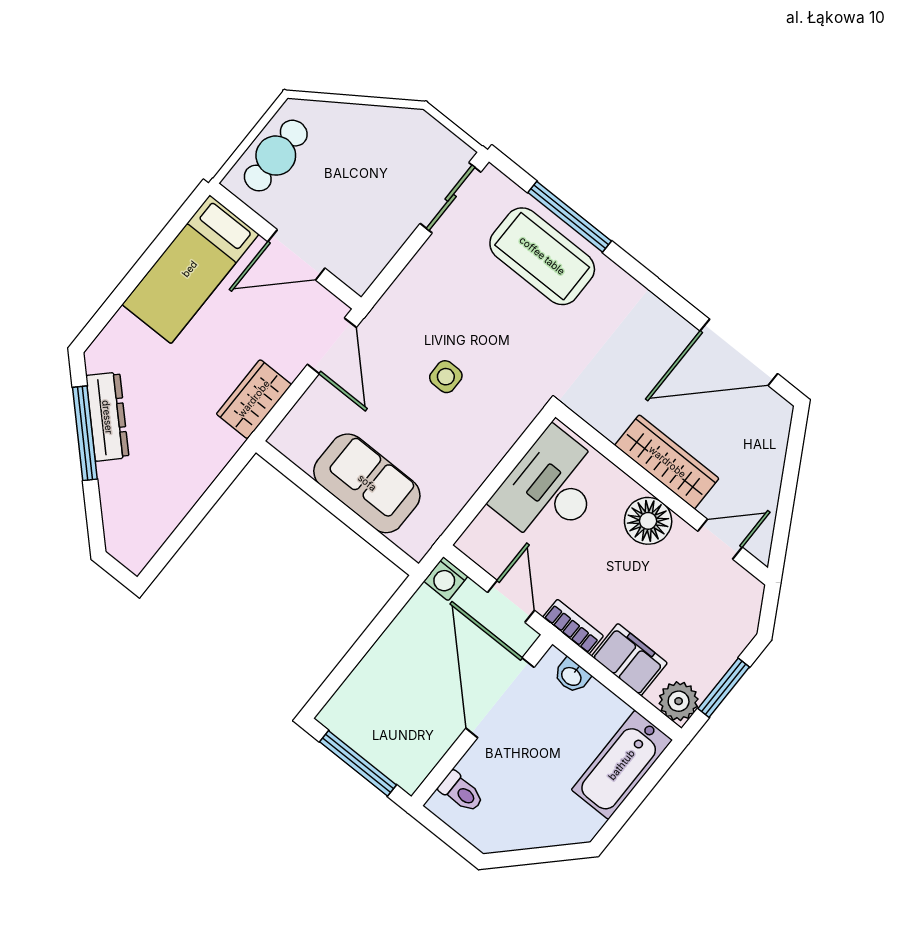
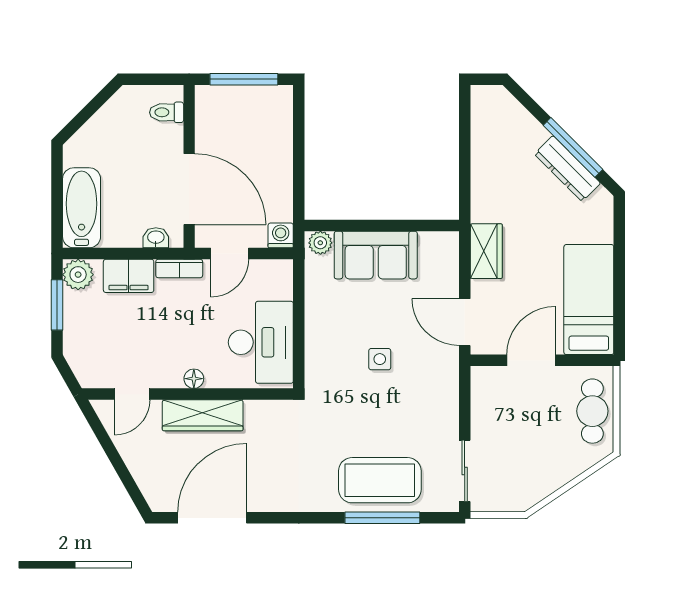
floor lamp: (648, 521) -> (194, 379), width x0.53, depth x0.53
plant: (412, 540) -> (320, 243), added
door: (511, 601) -> (230, 254), hinge flipped

